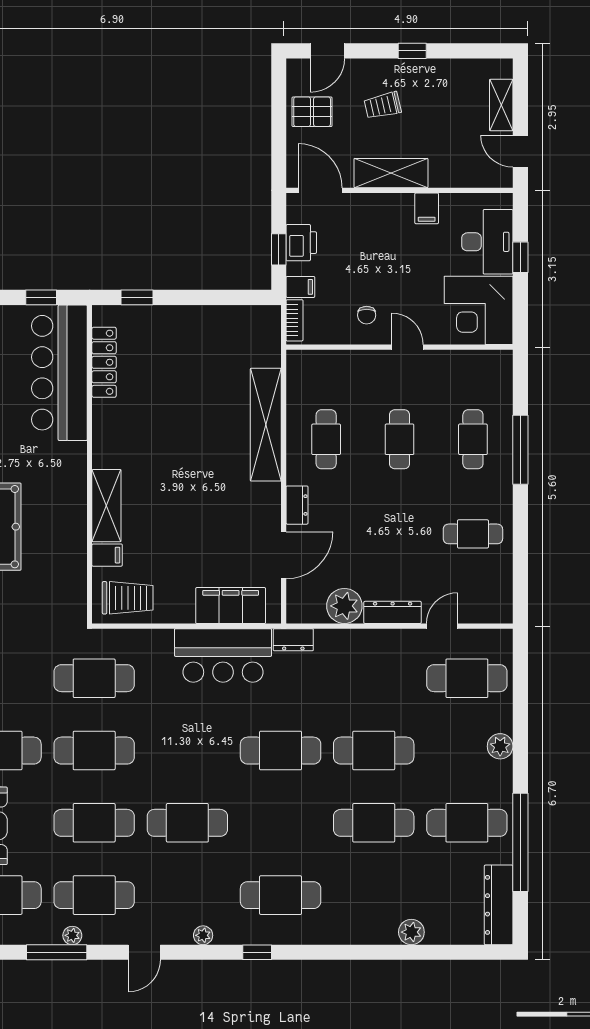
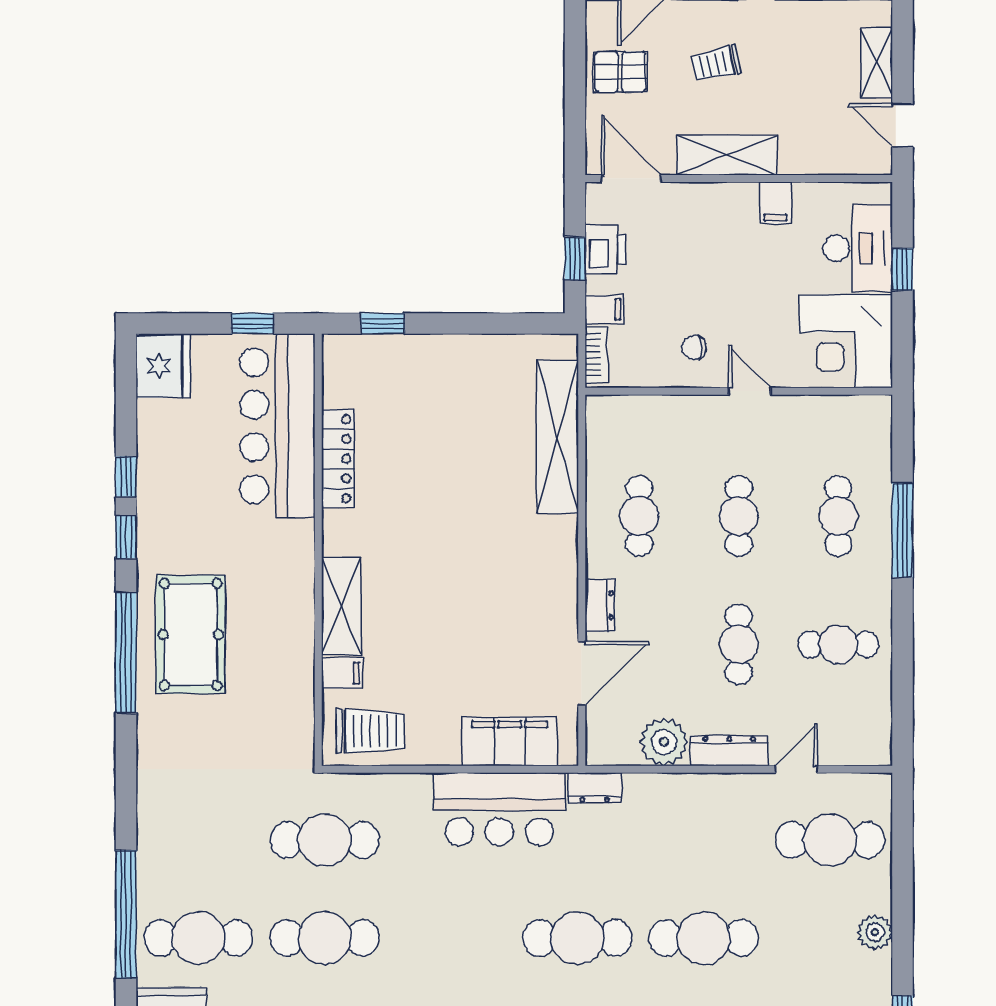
chair: (367, 315) -> (694, 348), turned 90
locker: (104, 362) -> (338, 459), moved
shelving: (266, 425) -> (557, 437), moved
cafe table: (400, 534) -> (739, 644), added

